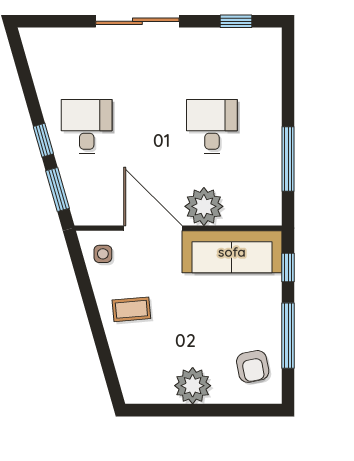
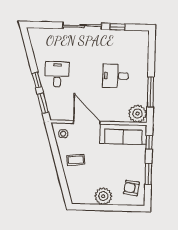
window: (236, 21) -> (117, 27), moved
desk: (212, 127) -> (115, 76), turned -90
plant: (204, 206) -> (137, 114), moved
window: (288, 336) -> (148, 174), width x0.69
armchair: (253, 366) -> (132, 188), turned 109

